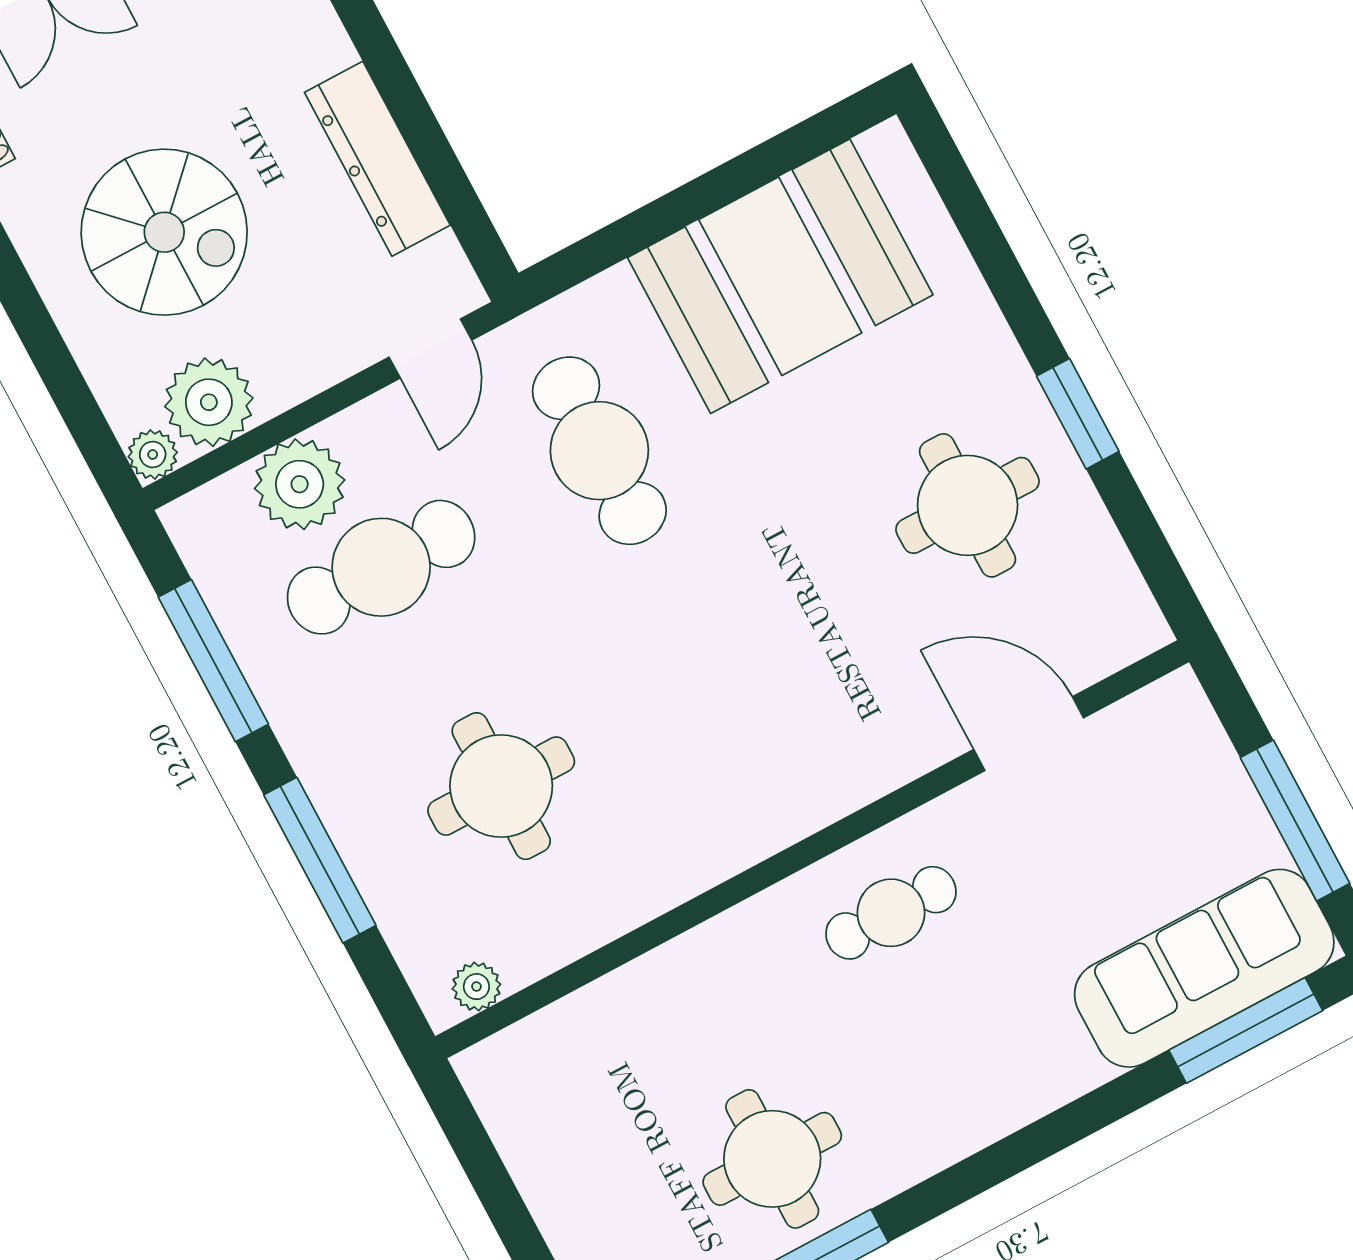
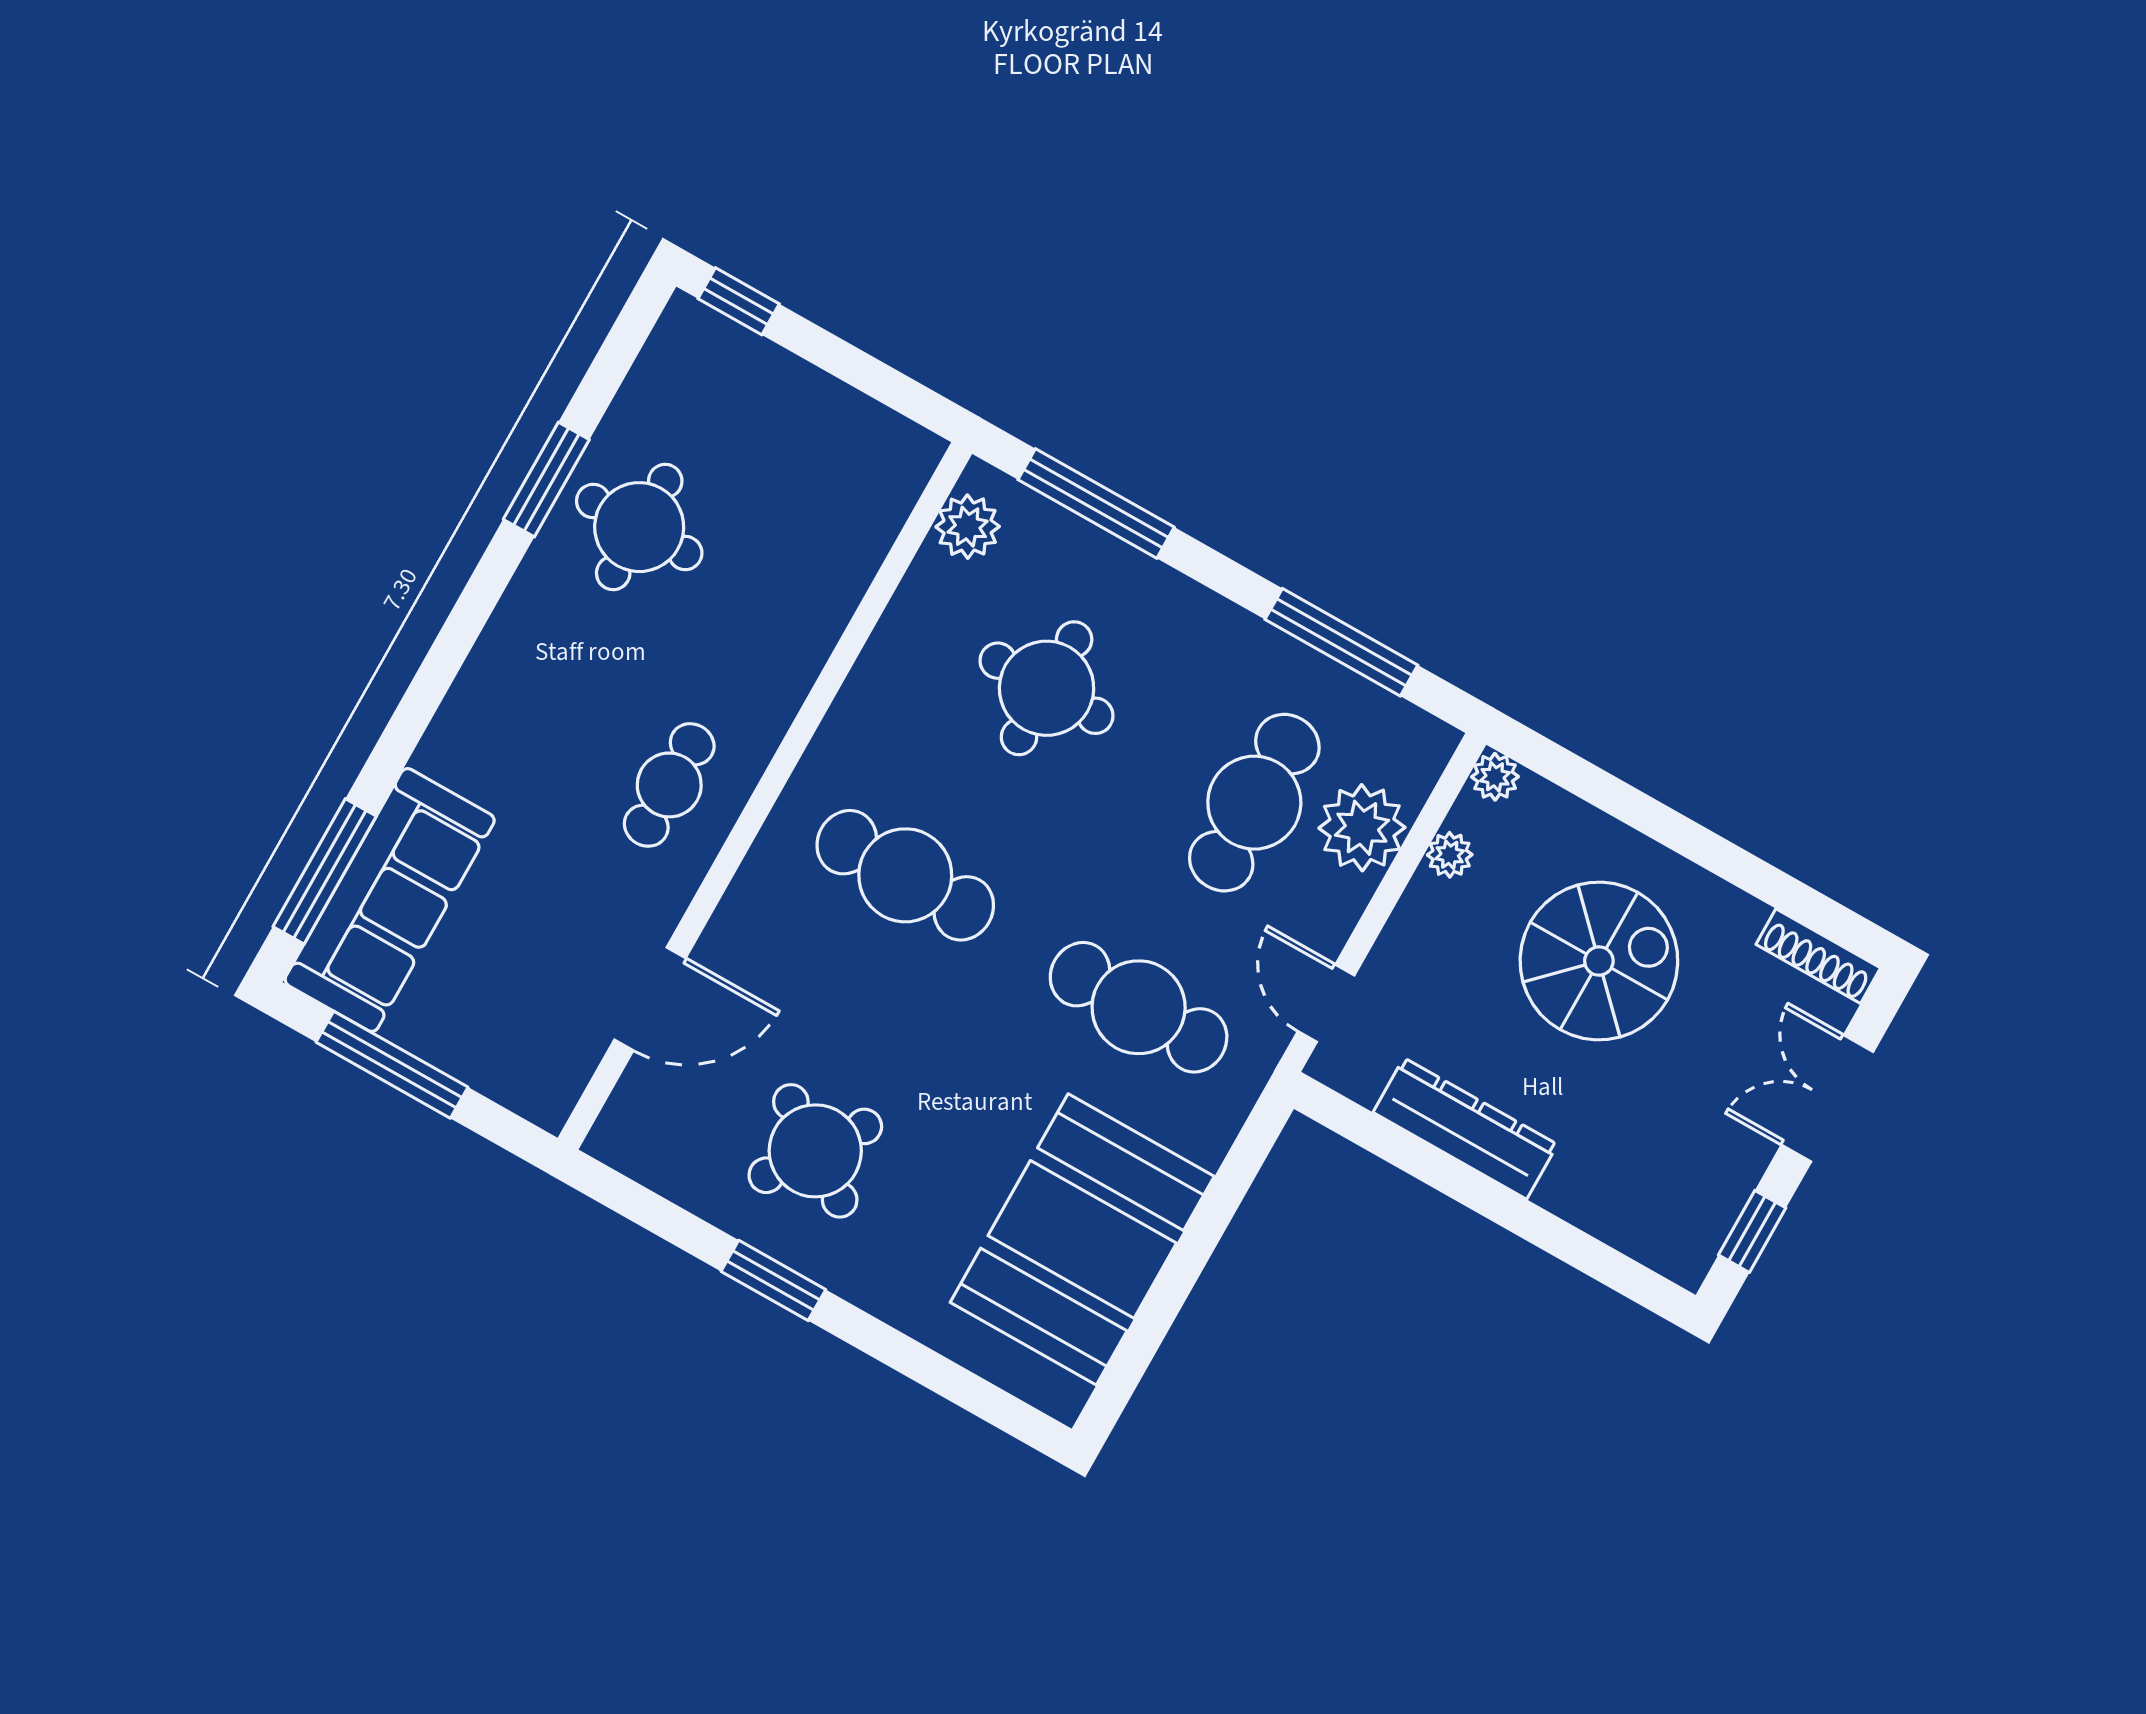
spiral stairs: (164, 232) -> (1599, 961), turned 180
plant: (209, 402) -> (1450, 855), width x0.53, depth x0.53
round table: (968, 505) -> (815, 1151), turned 34
cafe table: (732, 699) -> (905, 875), added
window: (320, 860) -> (1096, 503), moved
plant: (476, 987) -> (968, 527), width x1.38, depth x1.38

